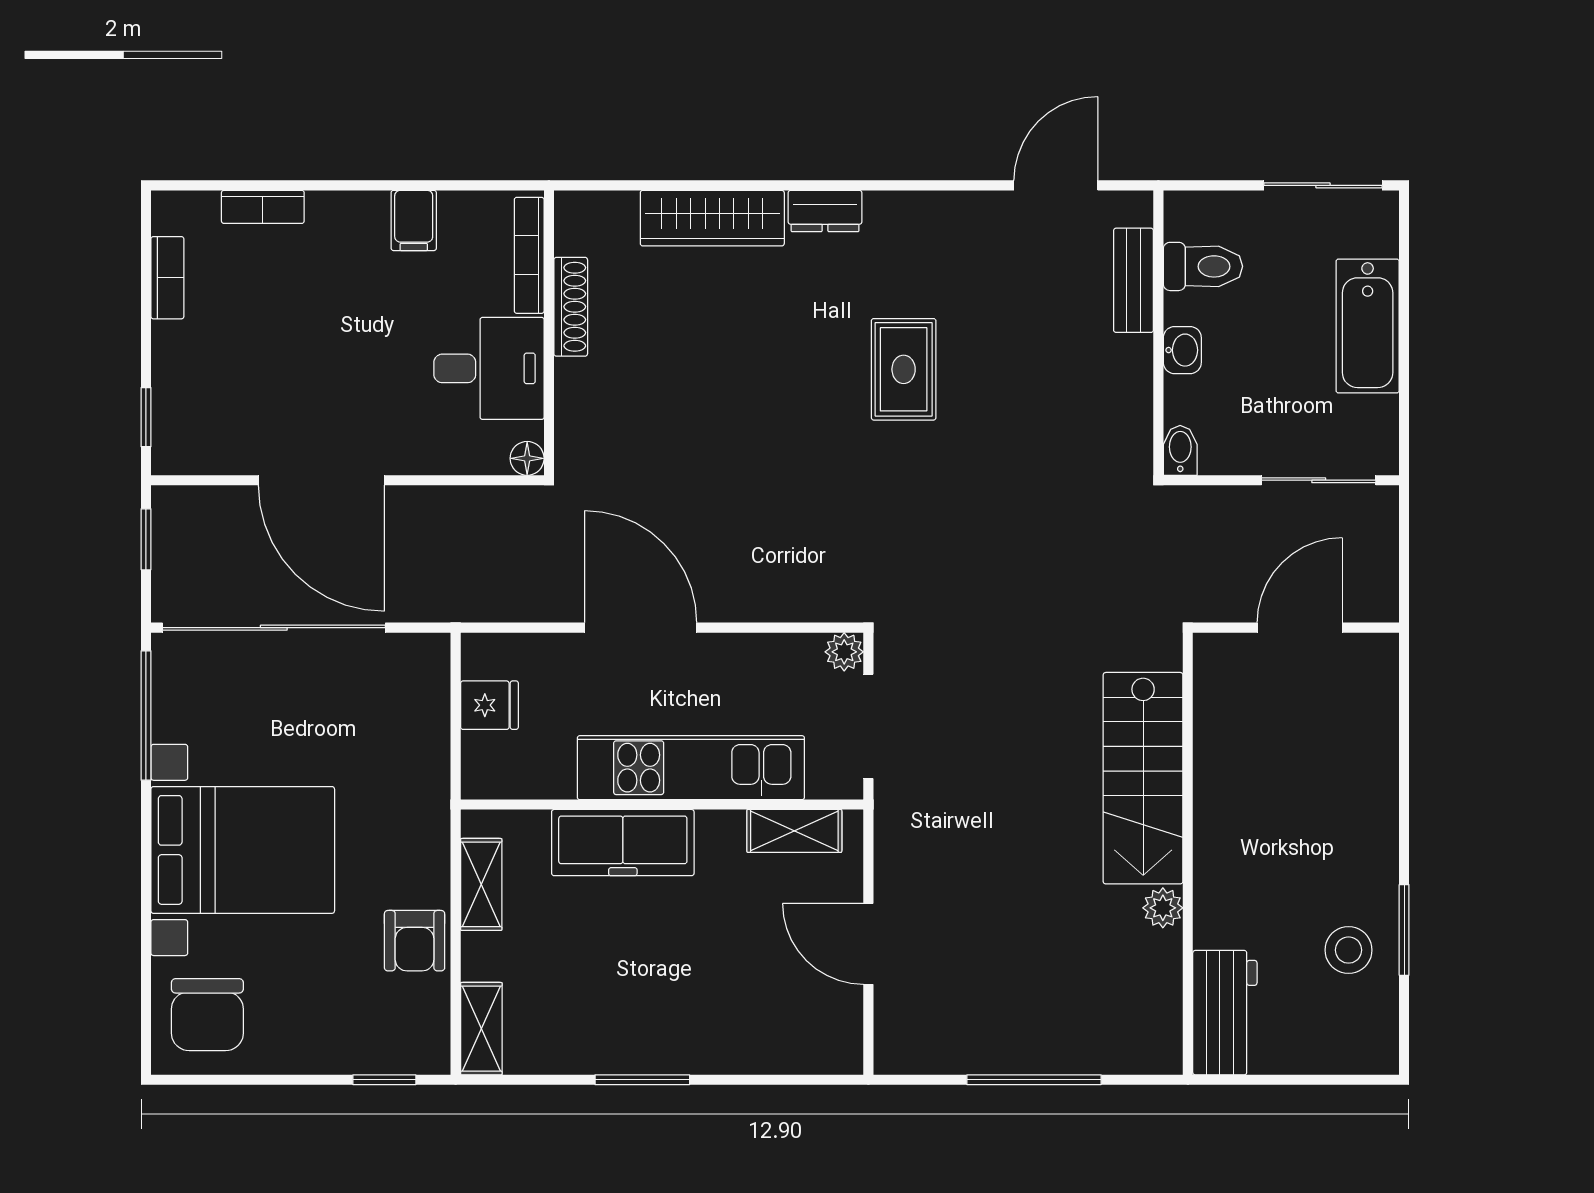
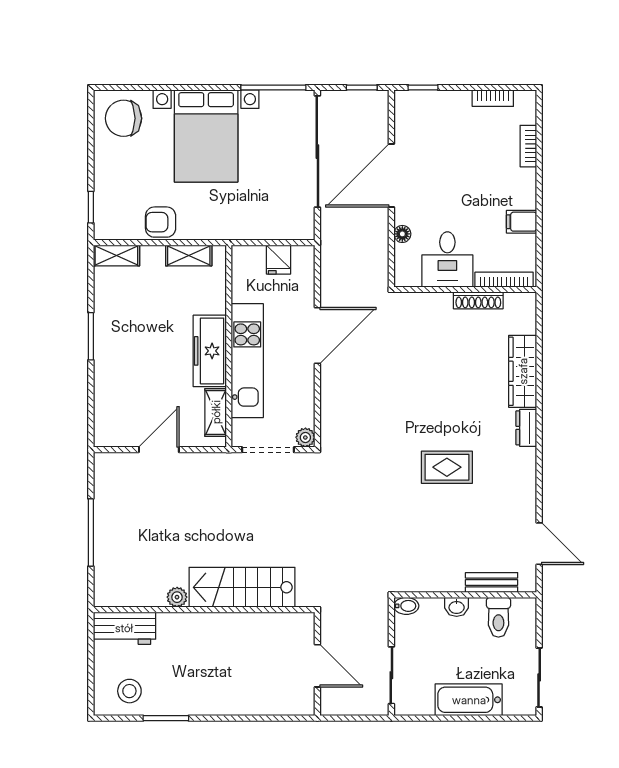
floor lamp: (527, 458) -> (402, 234), moved
freezer: (623, 843) -> (210, 351), moved
stool: (1348, 950) -> (129, 691), moved

